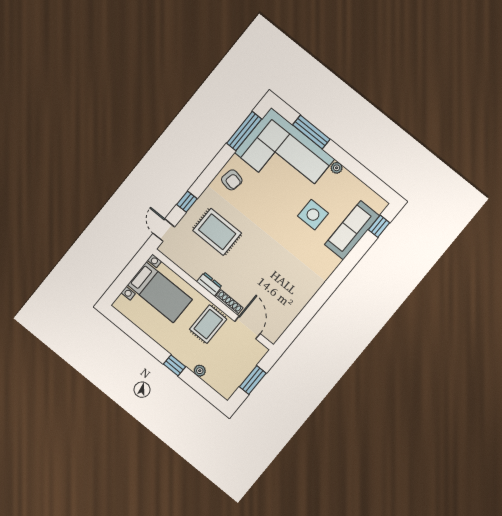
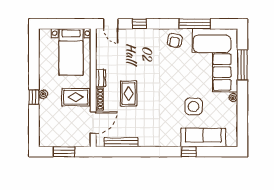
window: (244, 131) -> (195, 24), moved
window: (379, 226) -> (189, 152), moved
door: (164, 230) -> (111, 24), swing flipped
rug: (217, 232) -> (129, 94), moved, width x0.73, depth x0.70
bench: (290, 316) -> (121, 142), added
plant: (200, 371) -> (43, 94), moved

